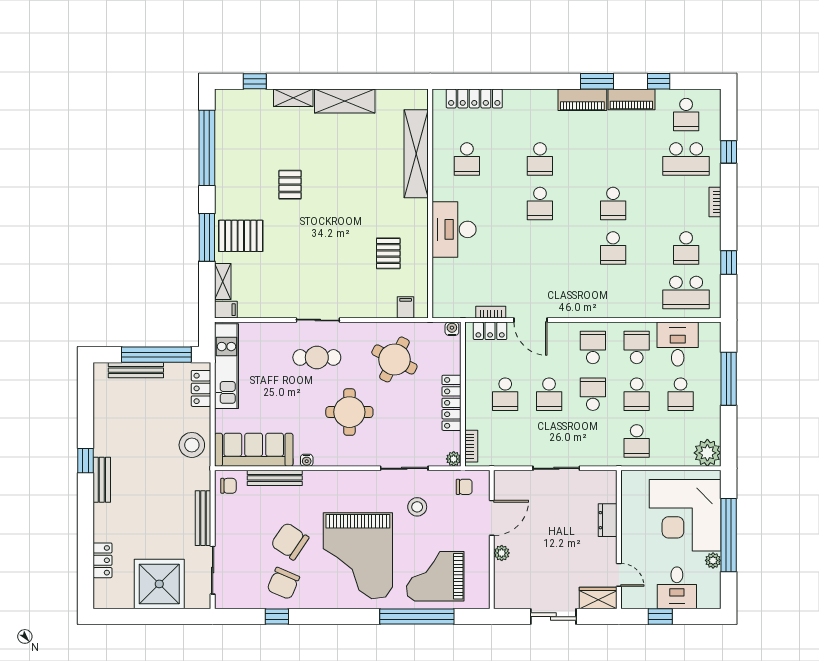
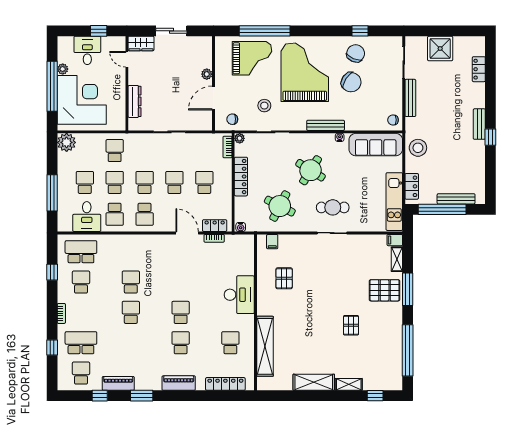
piano: (582, 100) -> (179, 383), moved
school desk: (593, 394) -> (145, 182), turned 180
round table: (349, 412) -> (311, 170), turned 32
bench: (275, 478) -> (326, 125), moved
dresser: (608, 520) -> (134, 101), width x1.44
shower: (159, 584) -> (440, 48), width x0.73, depth x0.73

